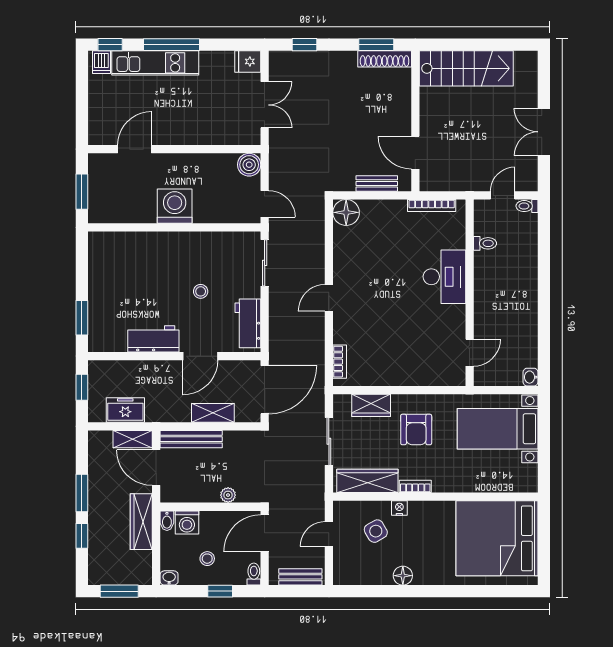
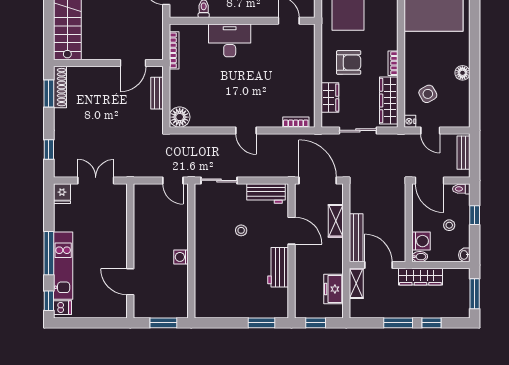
boiler: (249, 165) -> (142, 193), removed
door: (265, 204) -> (173, 180), swing flipped
washing machine: (175, 206) -> (181, 257), width x0.53, depth x0.53
door: (156, 468) -> (378, 265), swing flipped
plant: (228, 495) -> (400, 209), removed
nightstand: (399, 508) -> (410, 121), moved

